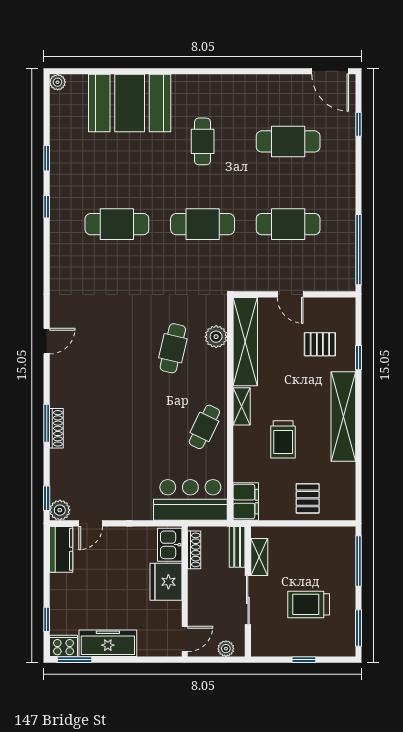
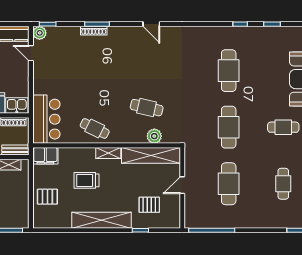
cafe table: (288, 141) -> (283, 184), width x0.73, depth x0.74
pallet: (320, 344) -> (149, 205), turned 90

